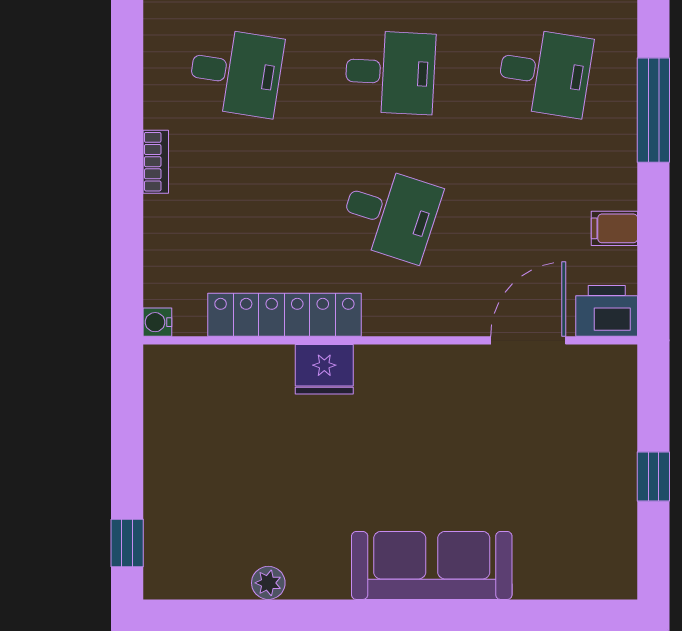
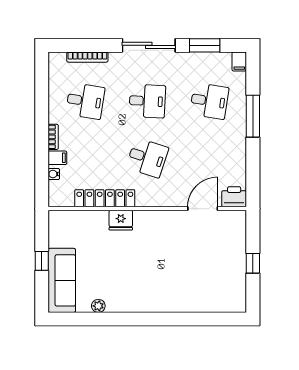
filing cabinet: (614, 228) -> (57, 158), moved, turned 180
water cooler: (157, 322) -> (54, 174), moved
window: (127, 543) -> (42, 261), moved
sofa: (432, 565) -> (62, 280), moved, turned 90

